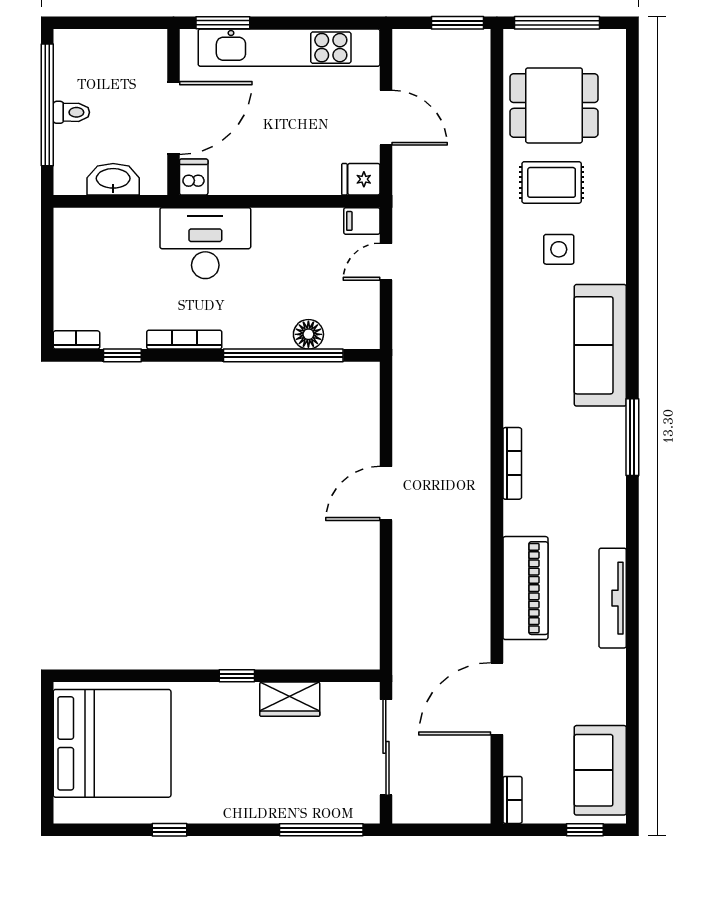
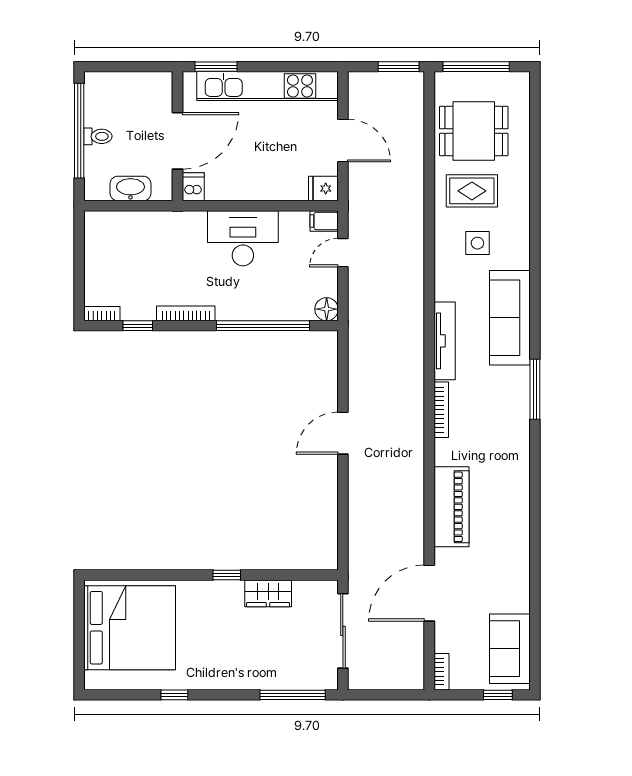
desk: (205, 243) -> (243, 238), moved
floor lamp: (308, 334) -> (327, 309), moved
tv unit: (613, 598) -> (445, 341), moved, turned 180

